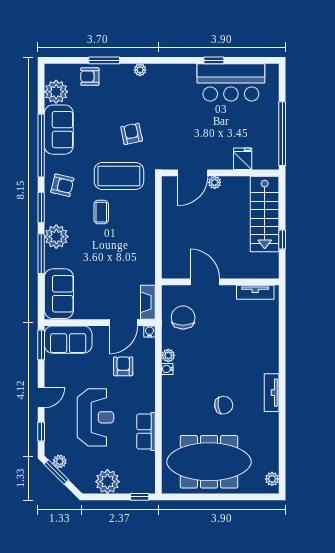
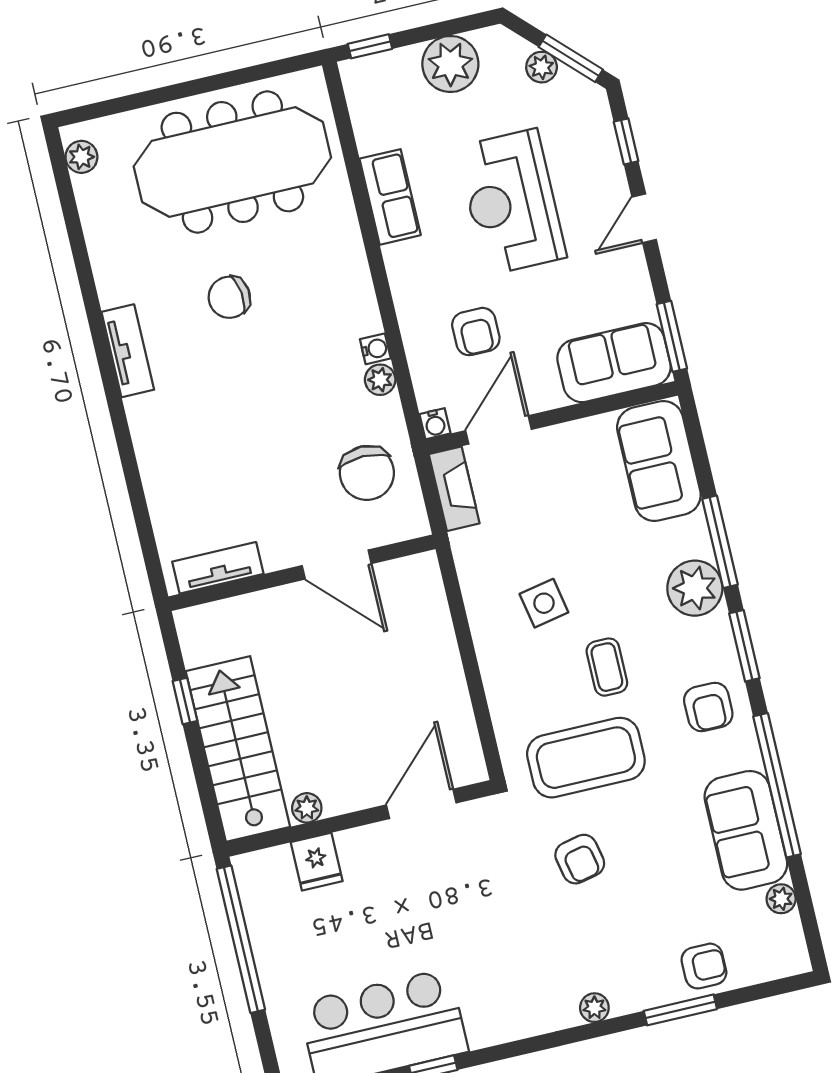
plant: (56, 92) -> (781, 899), width x0.53, depth x0.53
plant: (215, 182) -> (307, 808), moved
armchair: (62, 185) -> (708, 707), turned -103
side table: (121, 245) -> (544, 603), added
plant: (60, 461) -> (542, 67), moved

